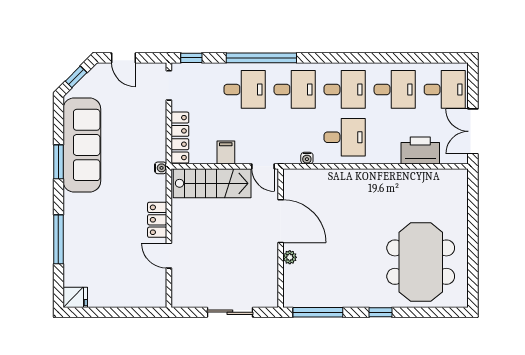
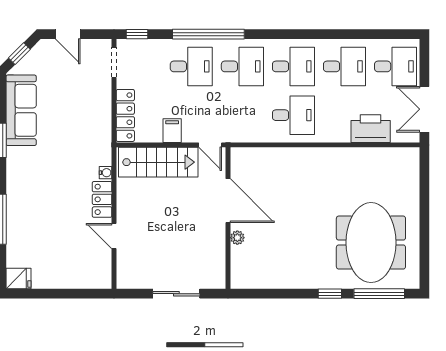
sofa: (82, 145) -> (21, 110), width x0.74, depth x0.79
water cooler: (307, 158) -> (255, 136), removed
water cooler: (161, 168) -> (106, 173), moved
window: (318, 312) -> (379, 294), moved

